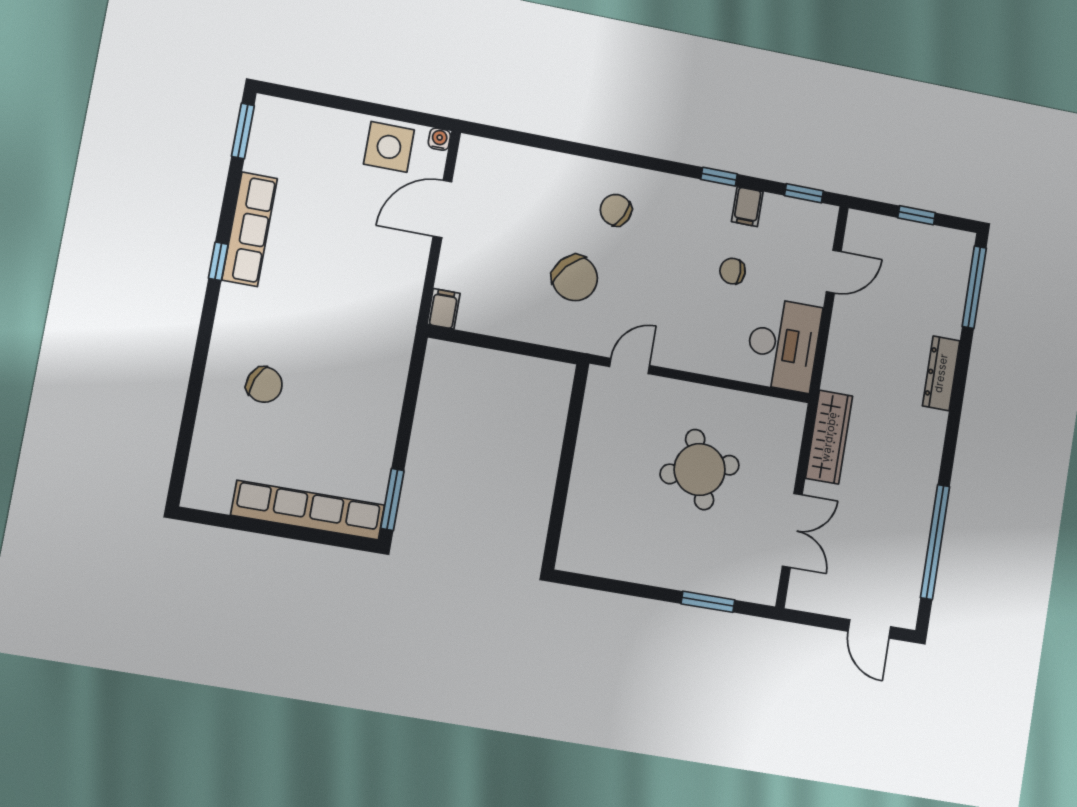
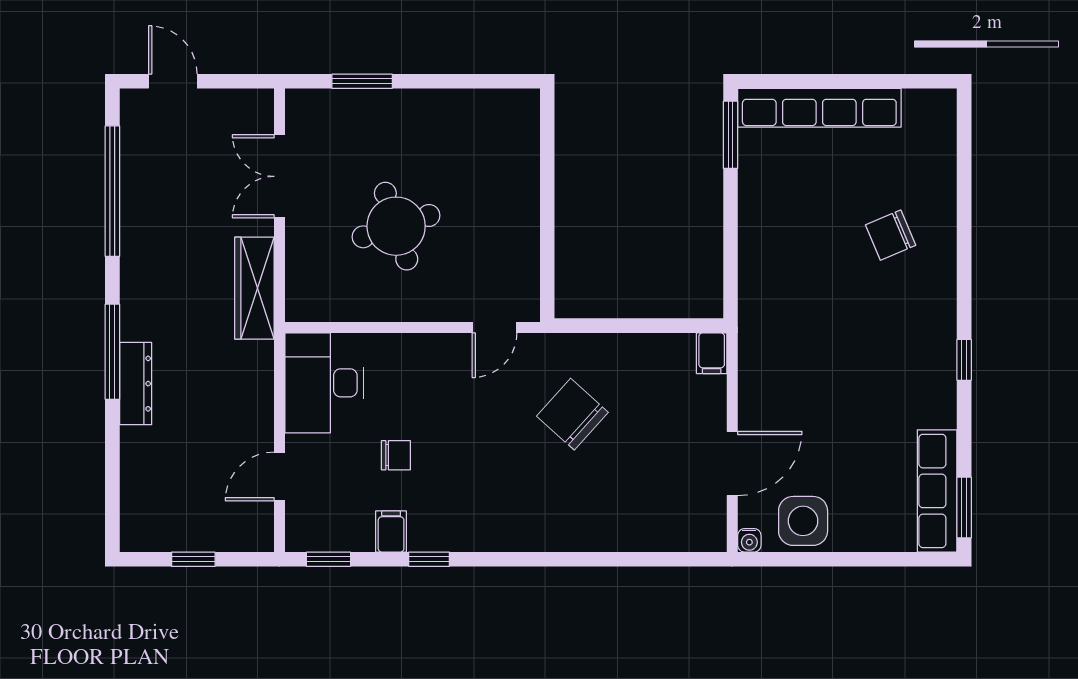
chair: (616, 210) -> (540, 499), removed
row of seats: (250, 229) -> (937, 491), moved
window: (974, 287) -> (112, 352), moved
chair: (264, 385) -> (891, 235), turned -45

